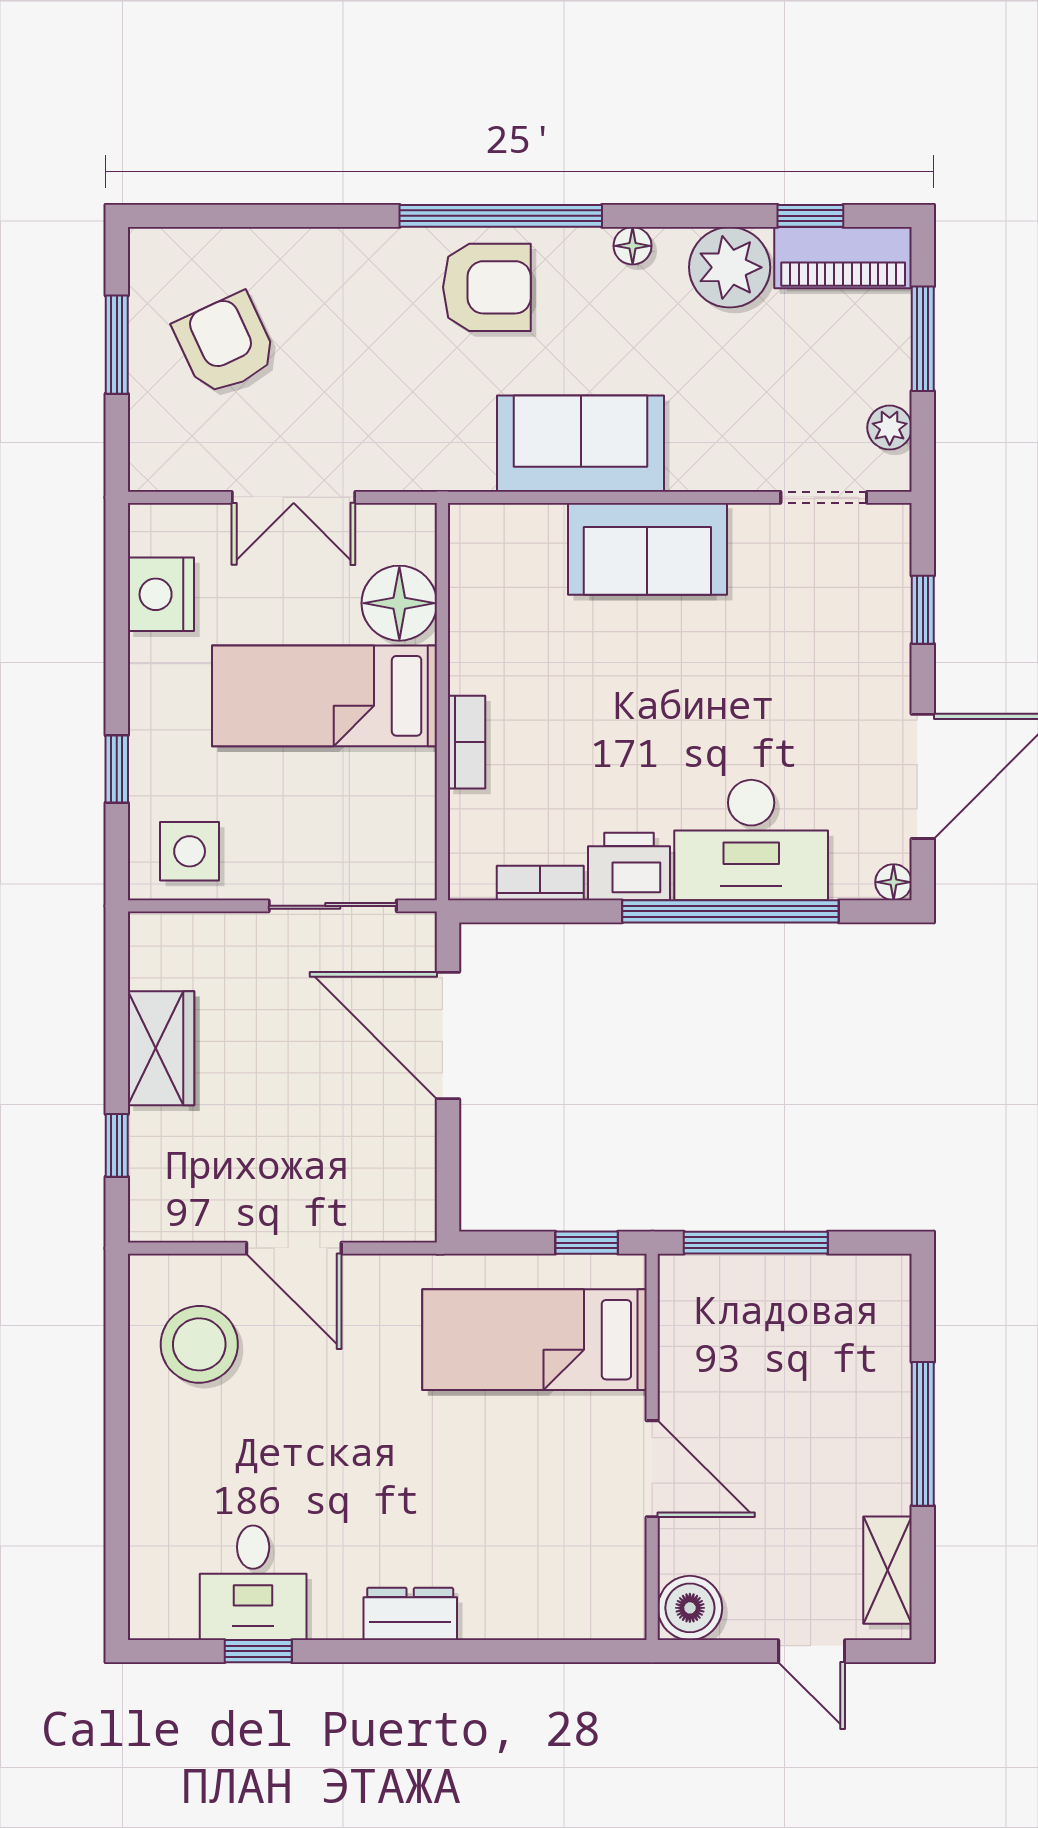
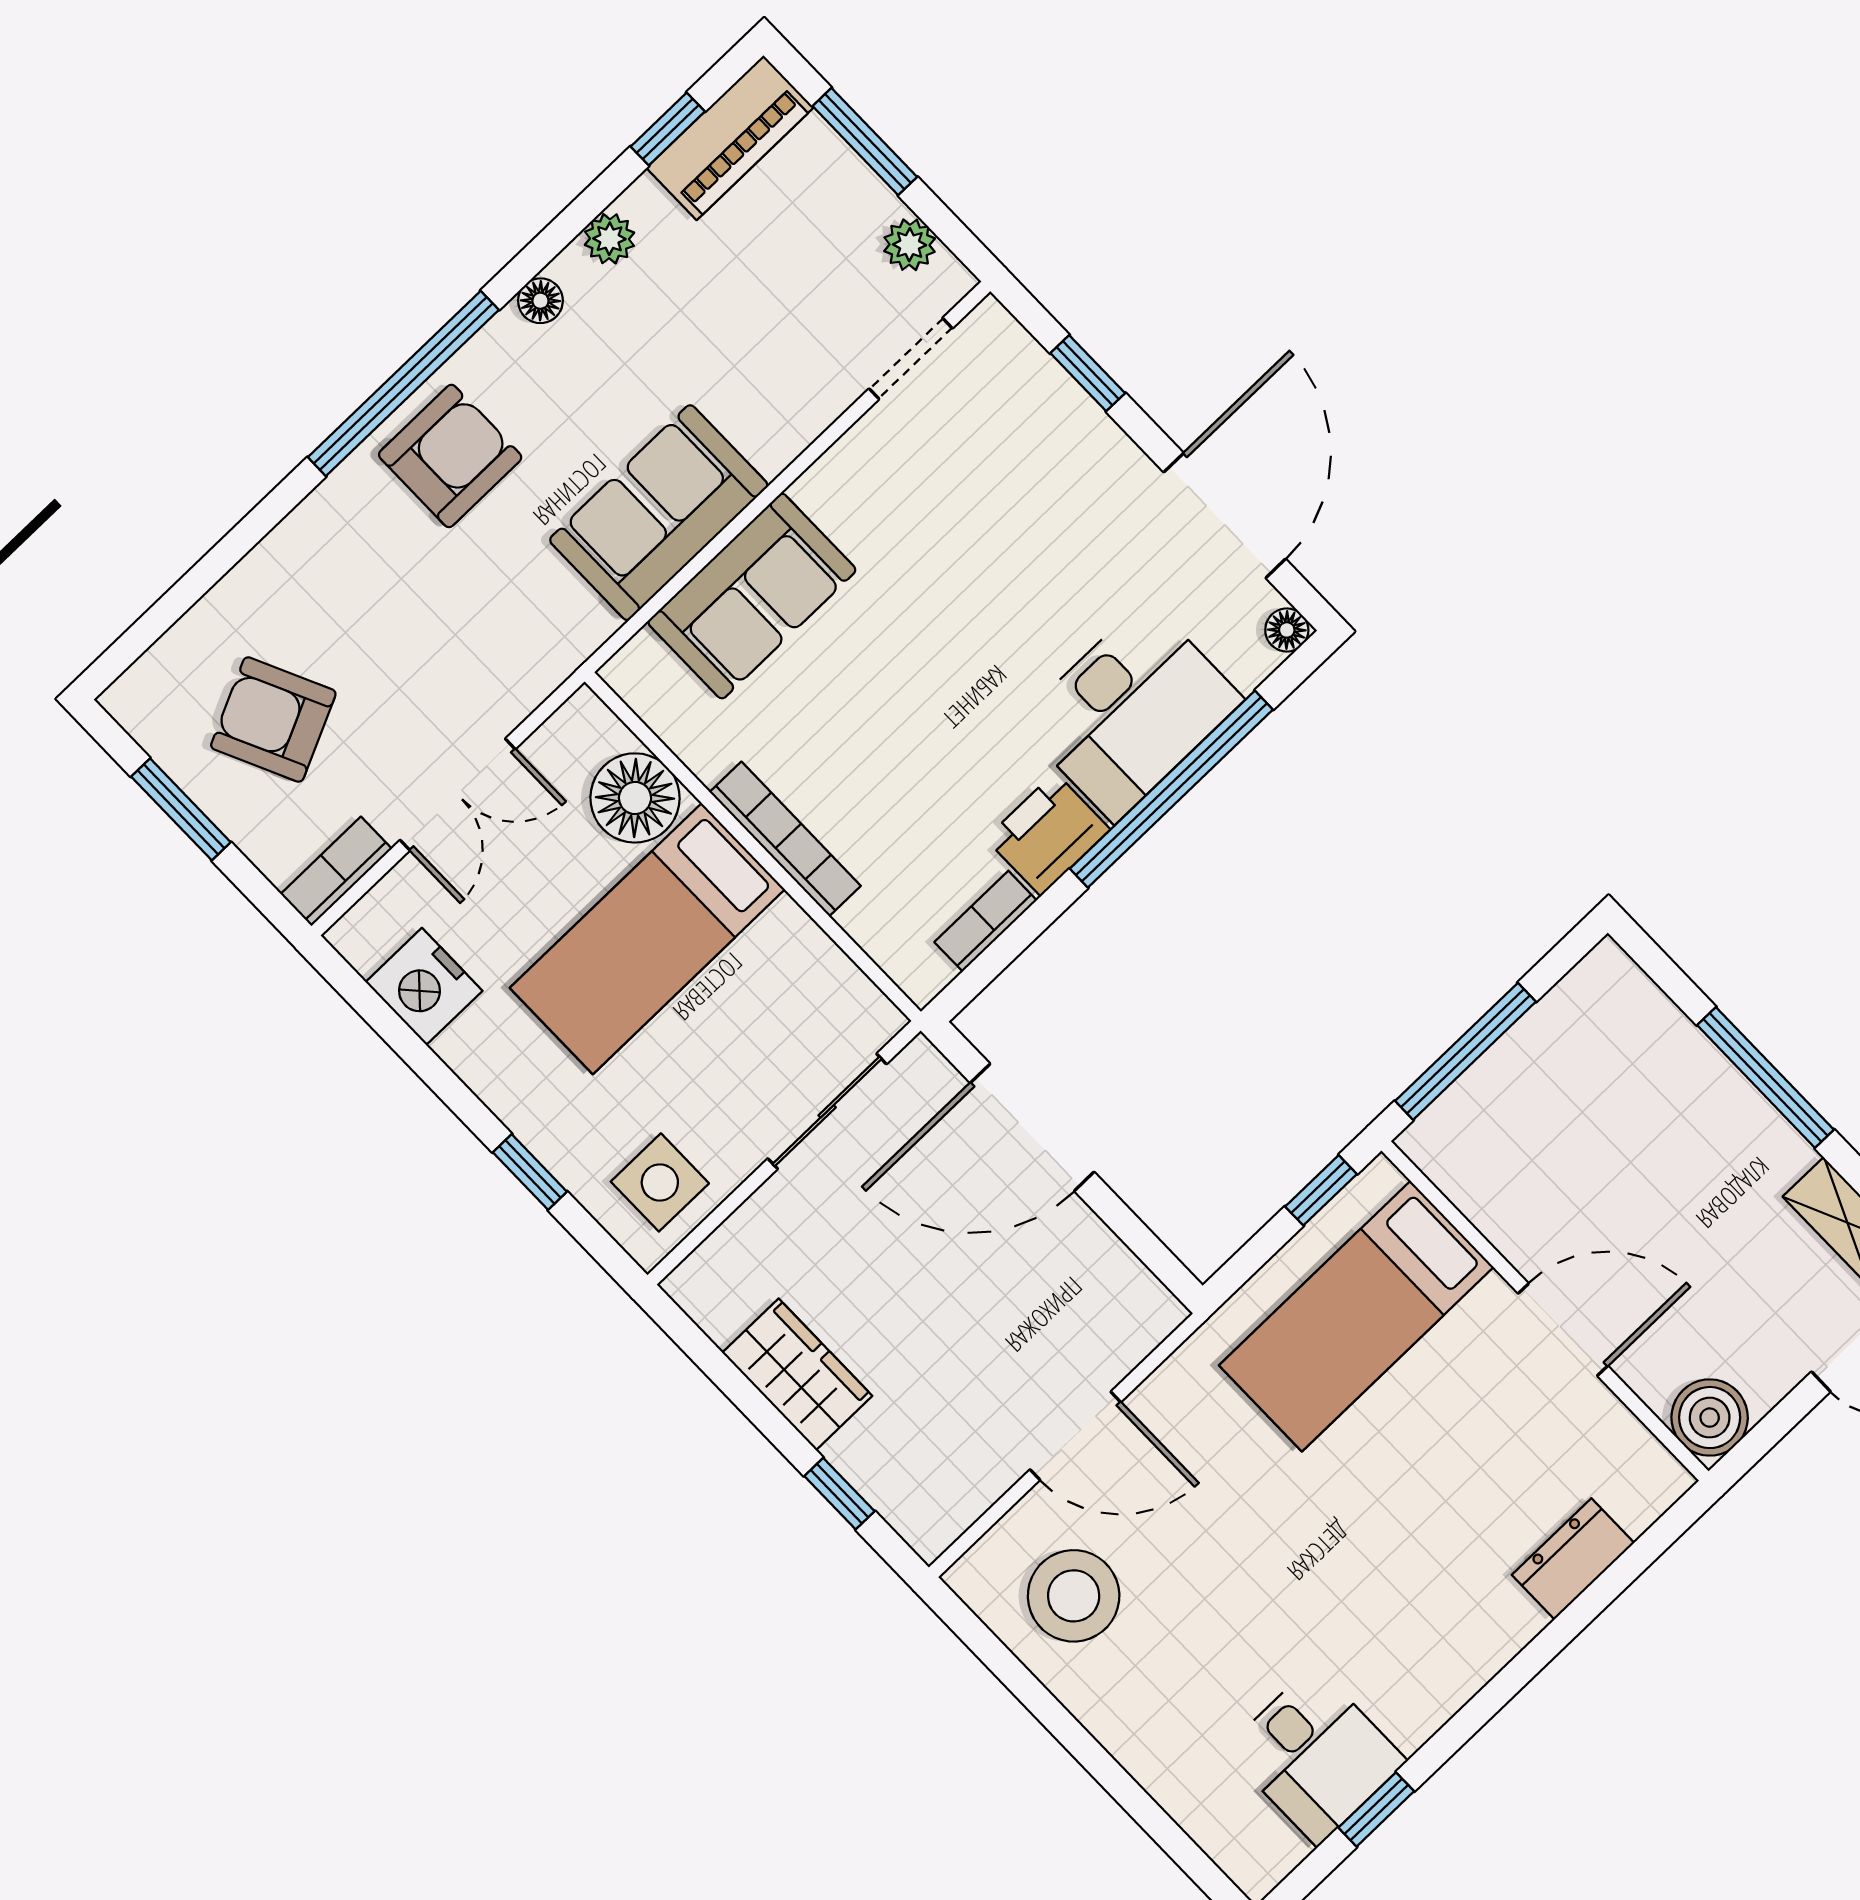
plant: (730, 267) -> (609, 239), width x0.53, depth x0.53
bookcase: (175, 473) -> (336, 871), added
sofa: (647, 549) -> (752, 596), moved
bookcase: (467, 742) -> (785, 839), width x1.56
dresser: (410, 1614) -> (1573, 1559), moved

